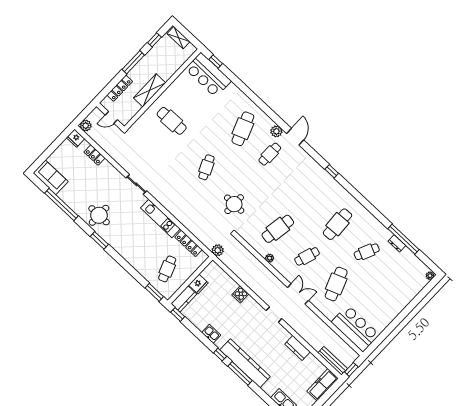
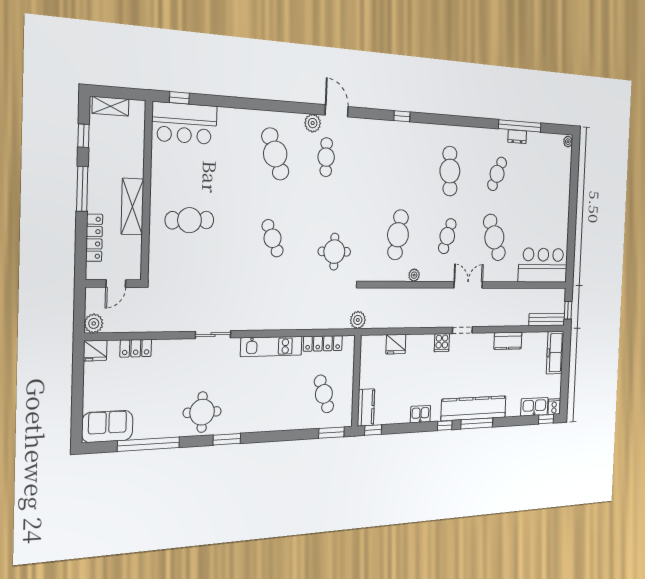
fridge: (198, 284) -> (396, 344), moved, turned 90
cooker: (240, 294) -> (442, 343), moved

